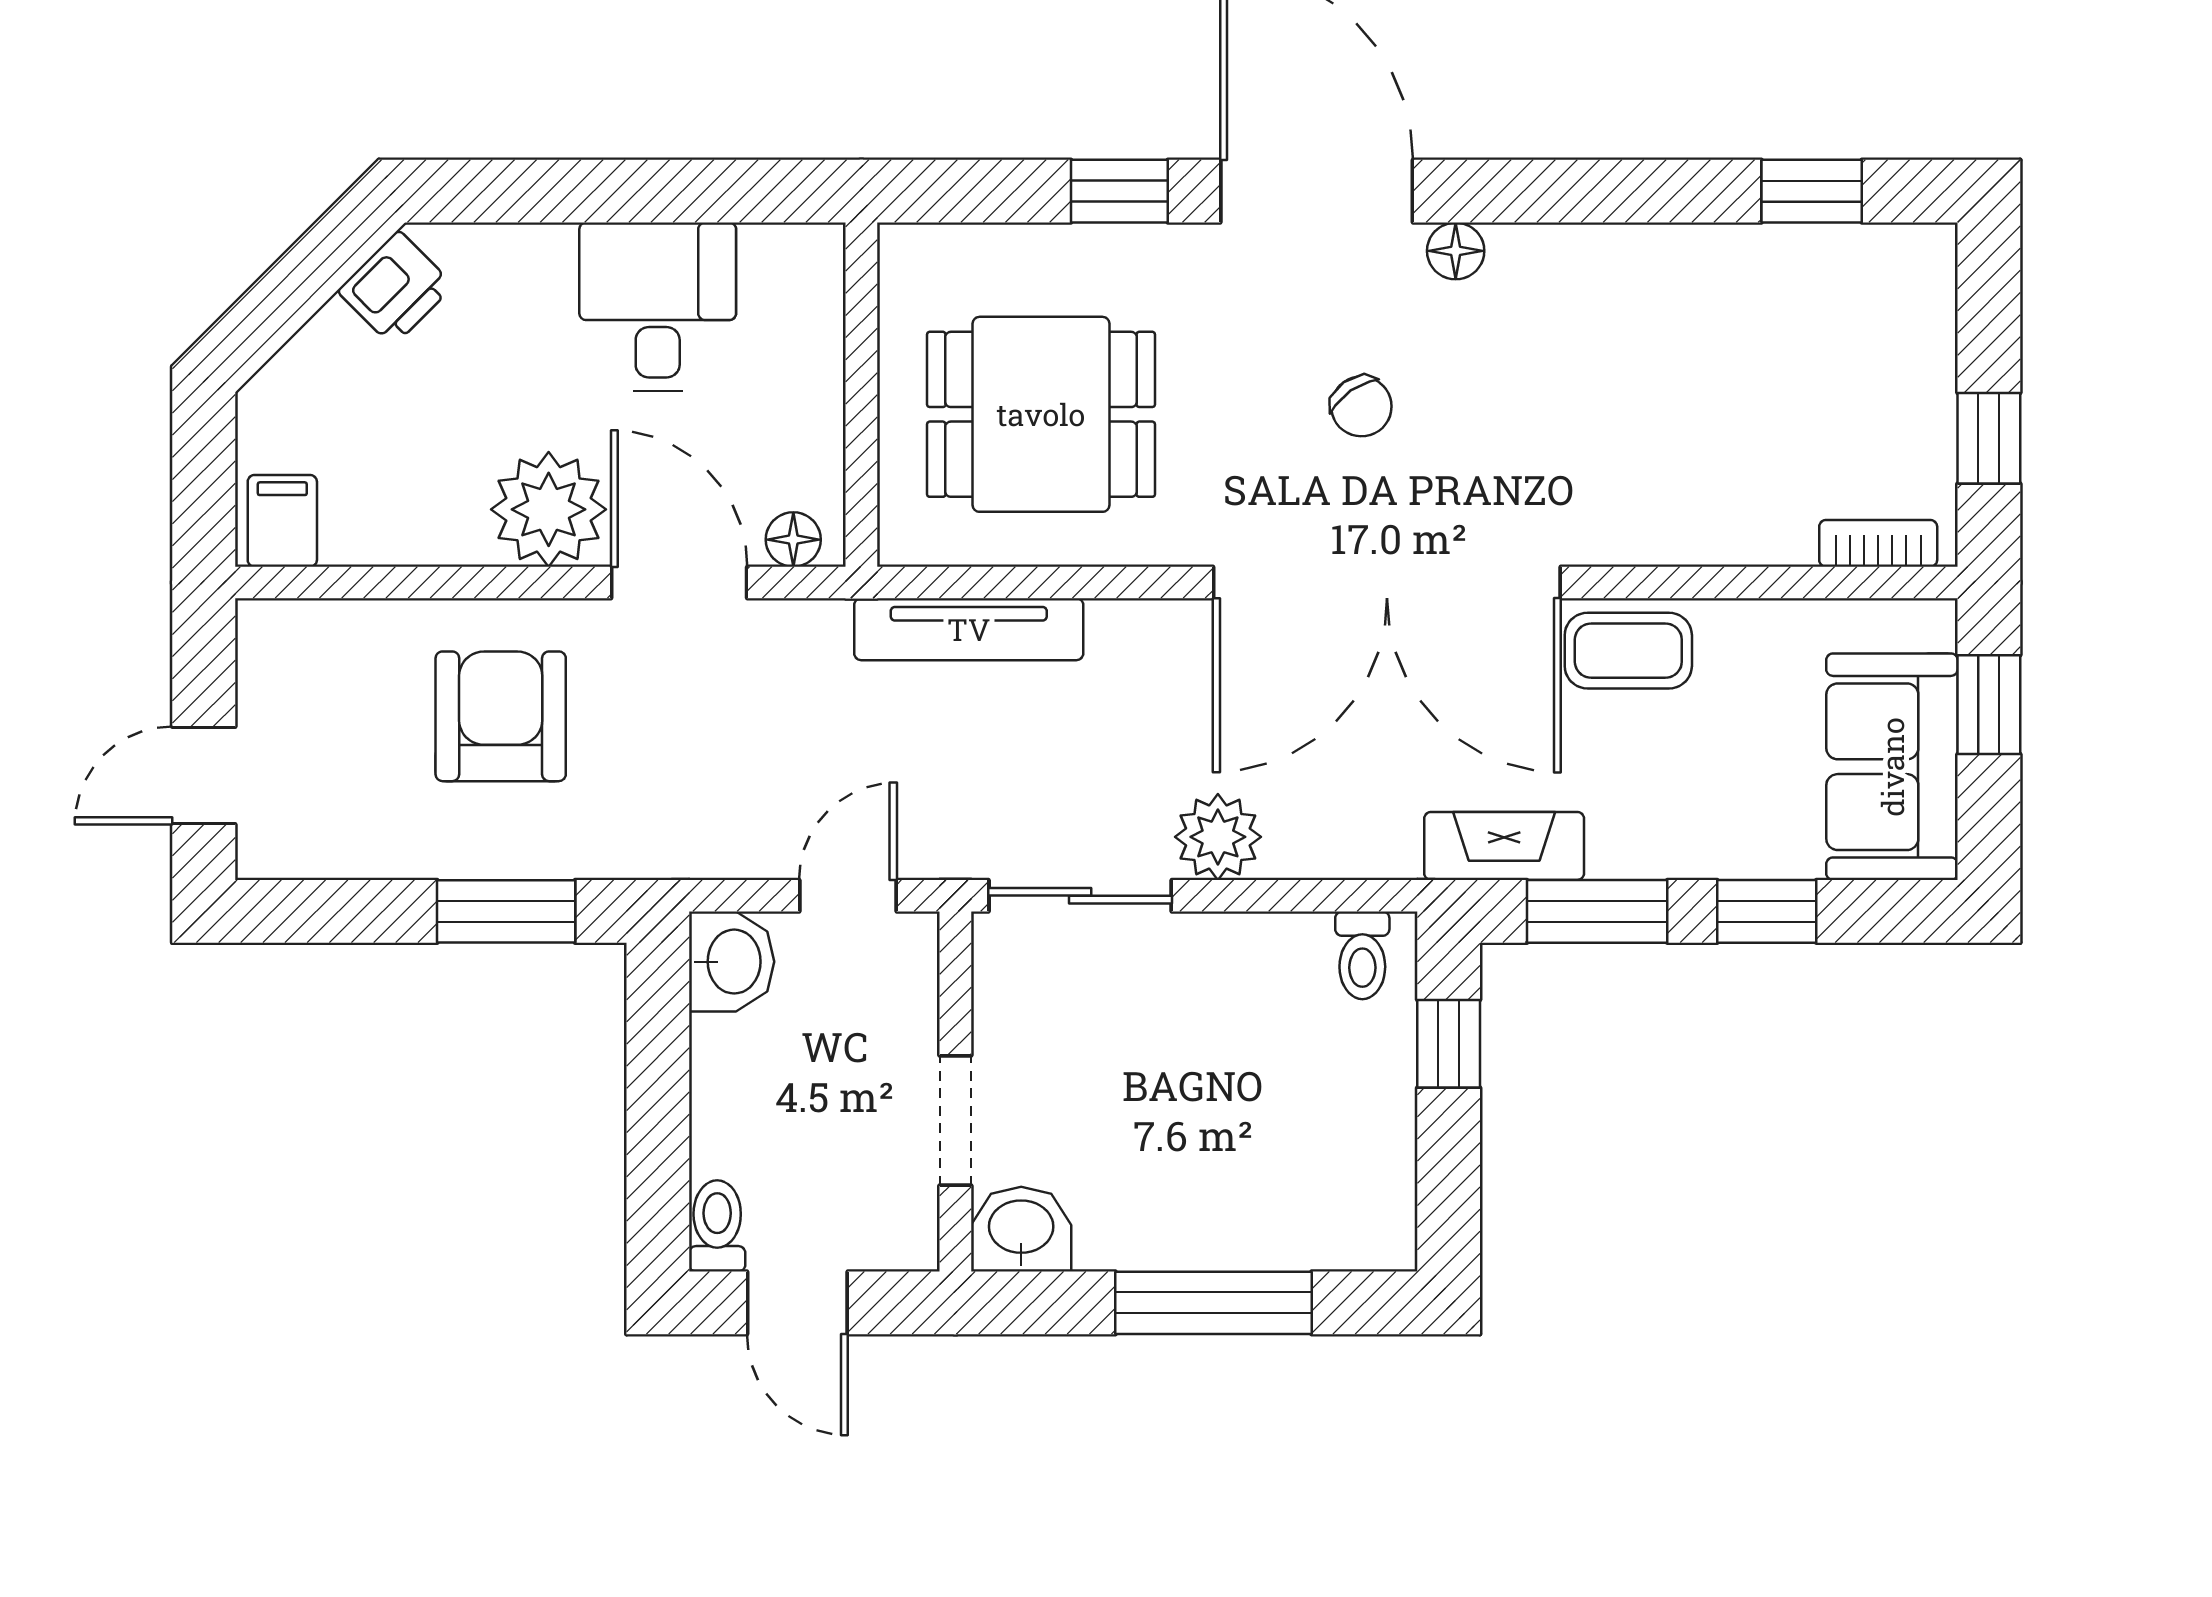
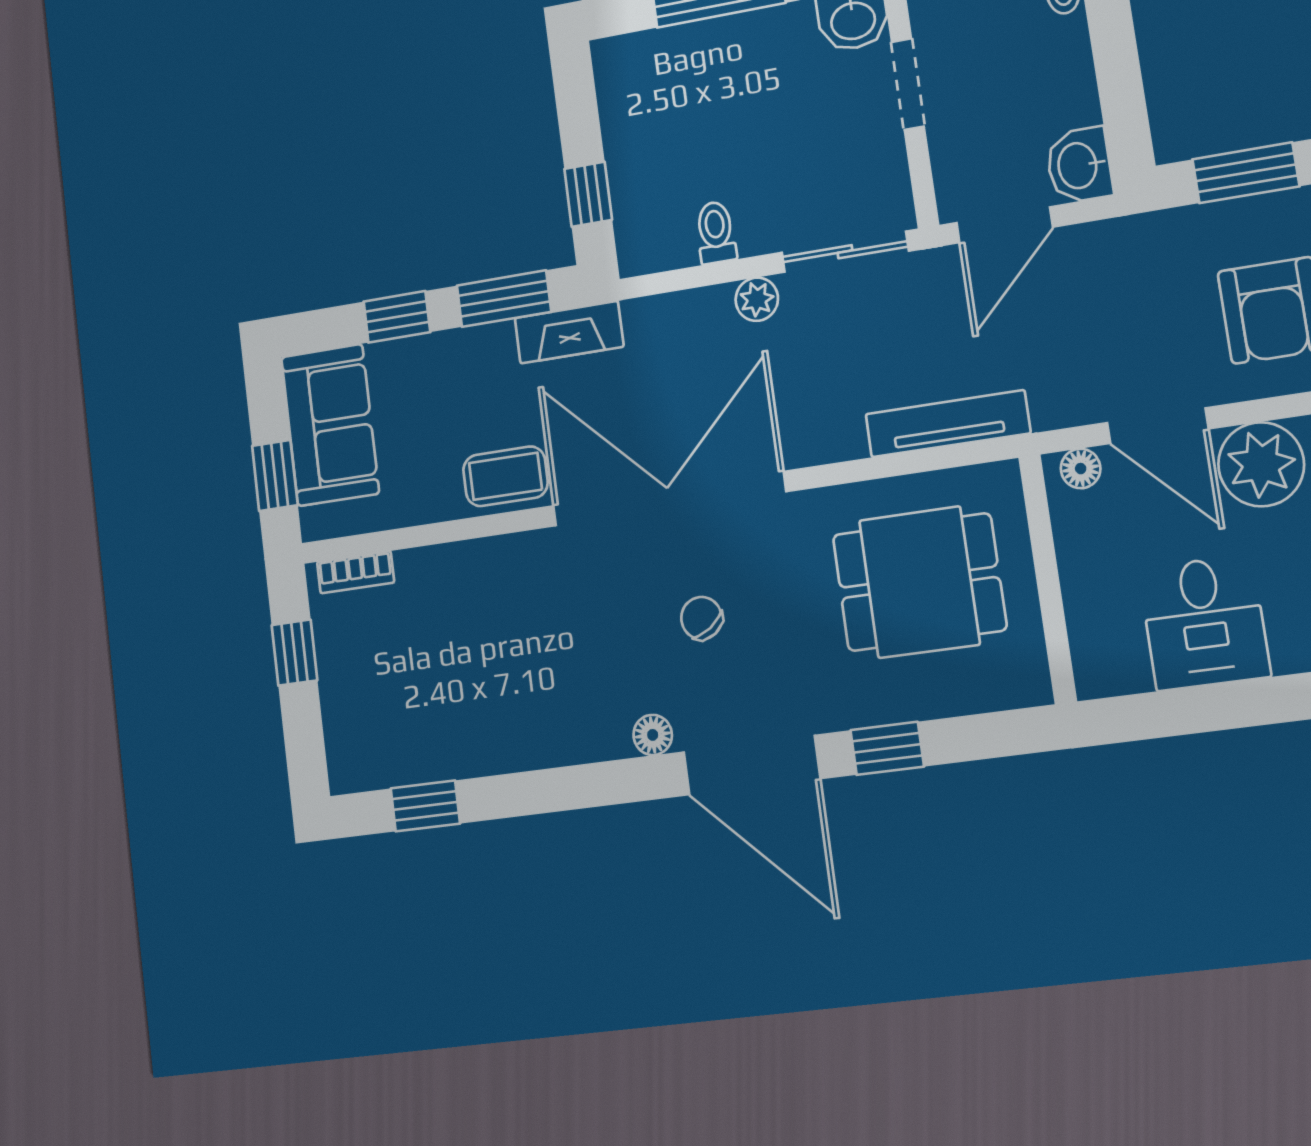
plant: (1218, 837) -> (757, 299), width x0.73, depth x0.73
door: (848, 896) -> (1004, 225), width x1.38
toilet: (1362, 955) -> (716, 232), moved

